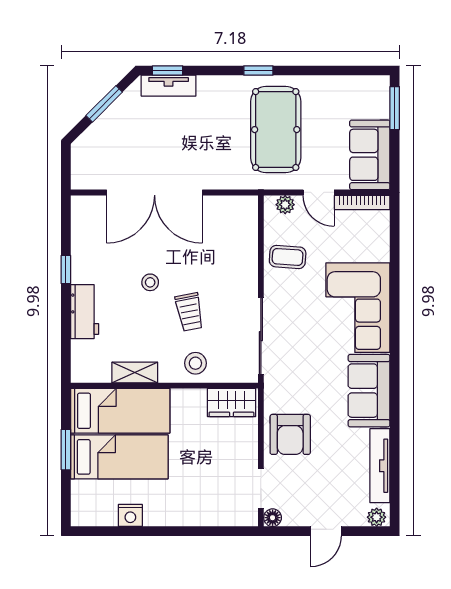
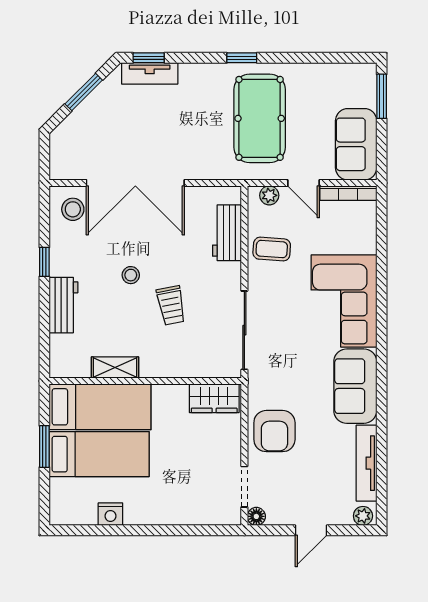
workbench: (244, 241) -> (227, 233), added
stool: (195, 363) -> (73, 209), moved

